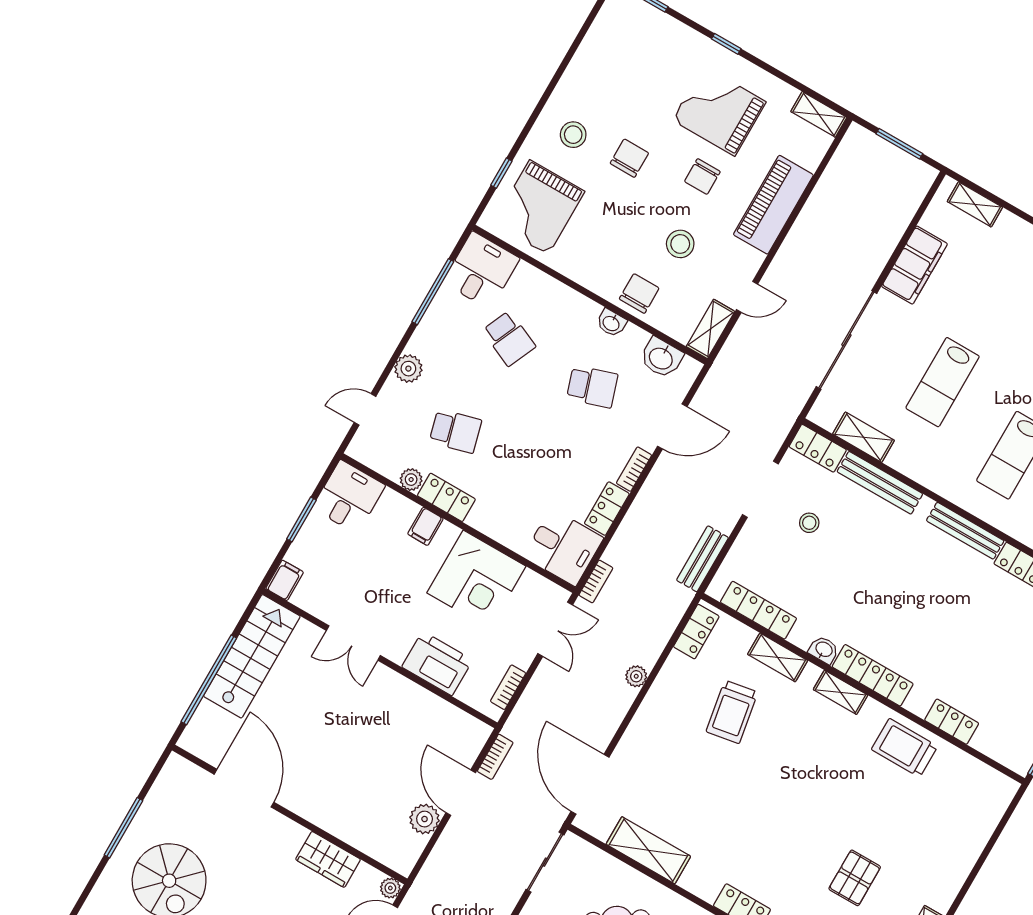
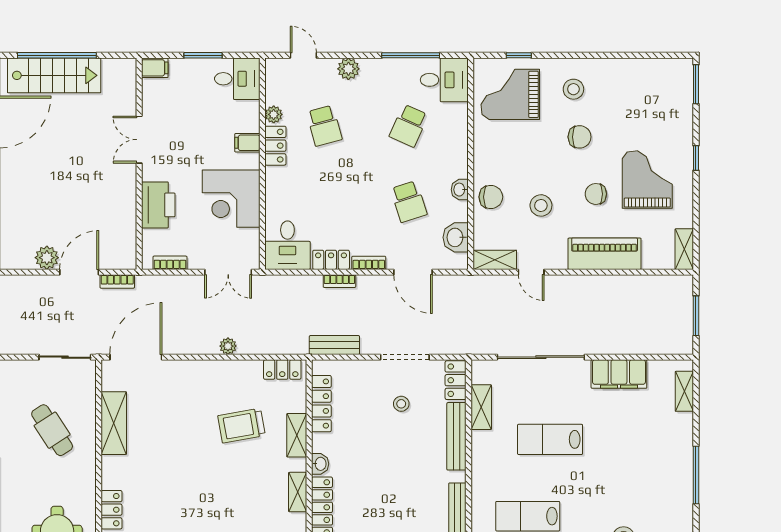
bookcase: (596, 581) -> (339, 281), moved
stairs: (252, 656) -> (54, 75), moved

